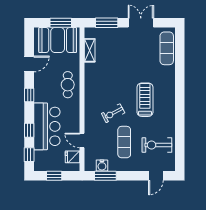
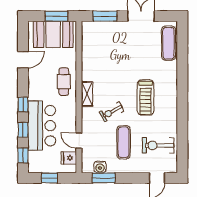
shelving: (90, 50) -> (87, 94), moved
window: (29, 95) -> (23, 105), moved
treadmill: (145, 100) -> (146, 97), turned 180

